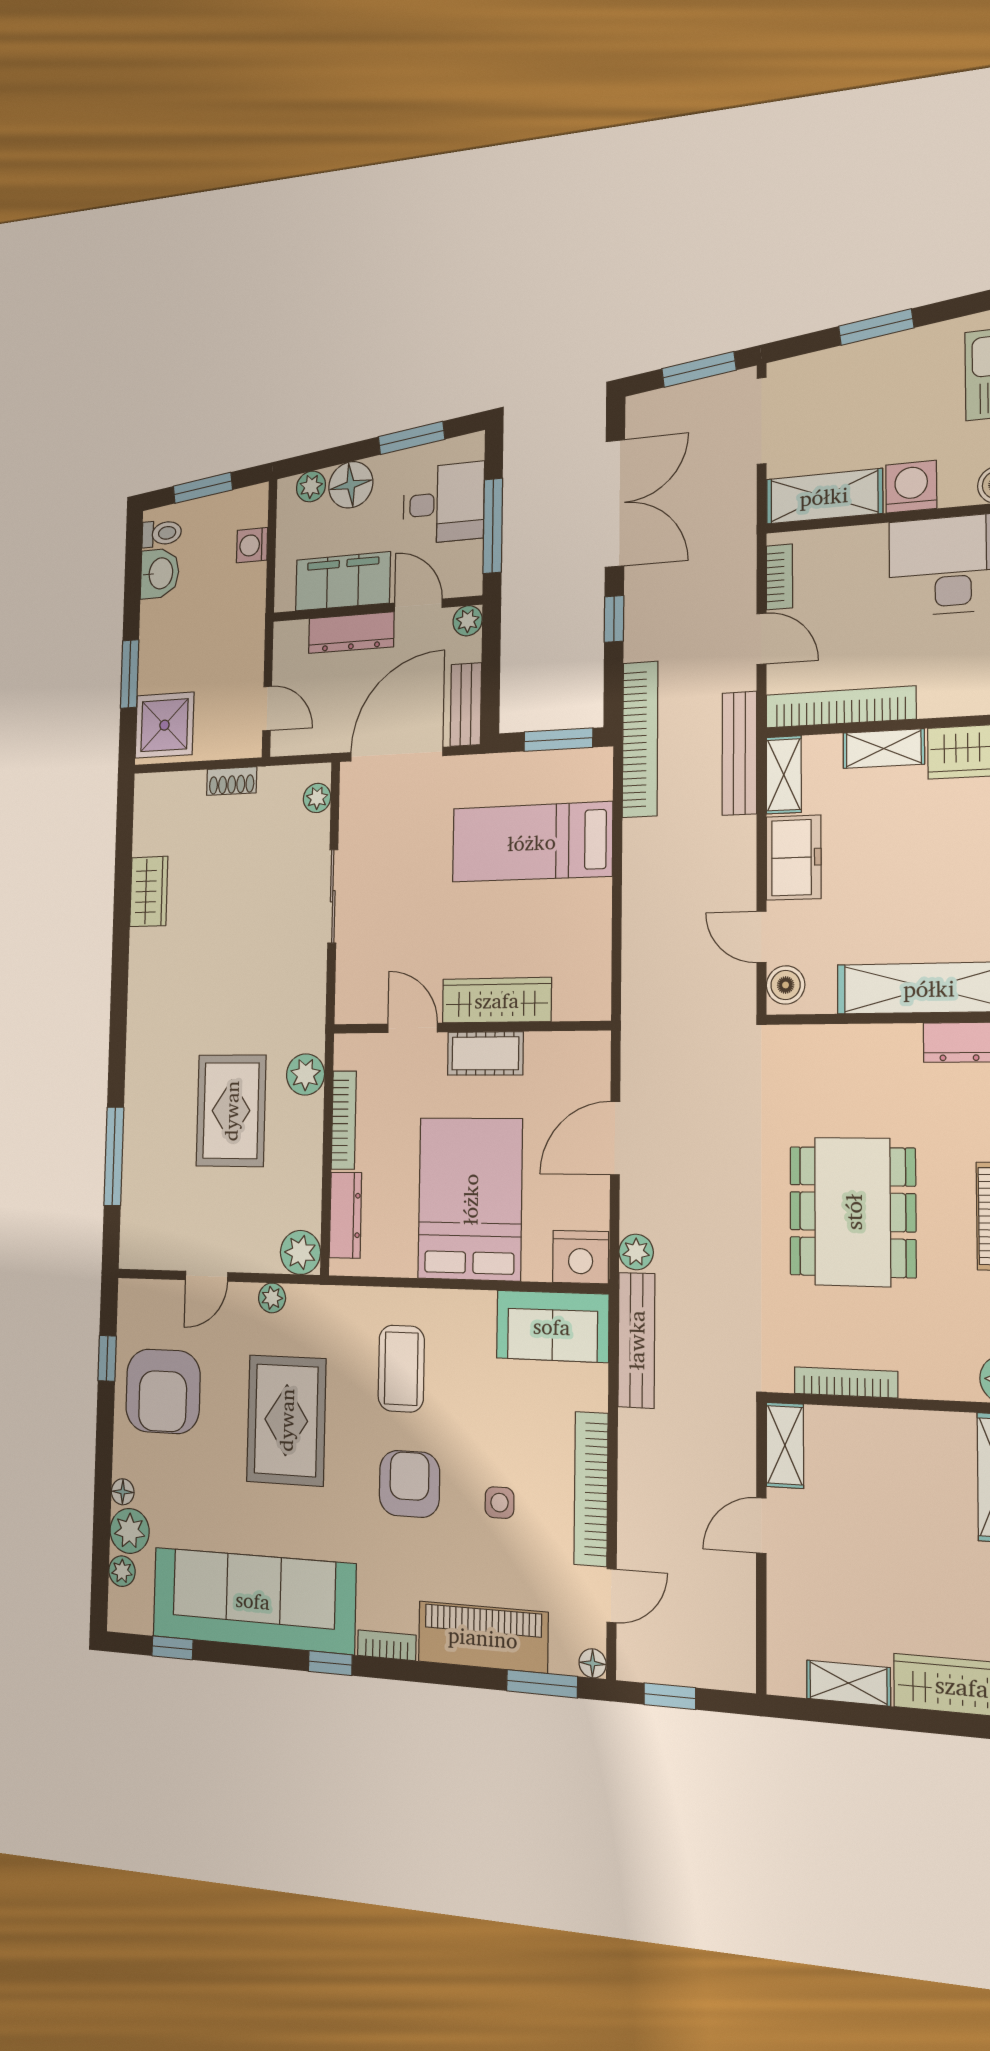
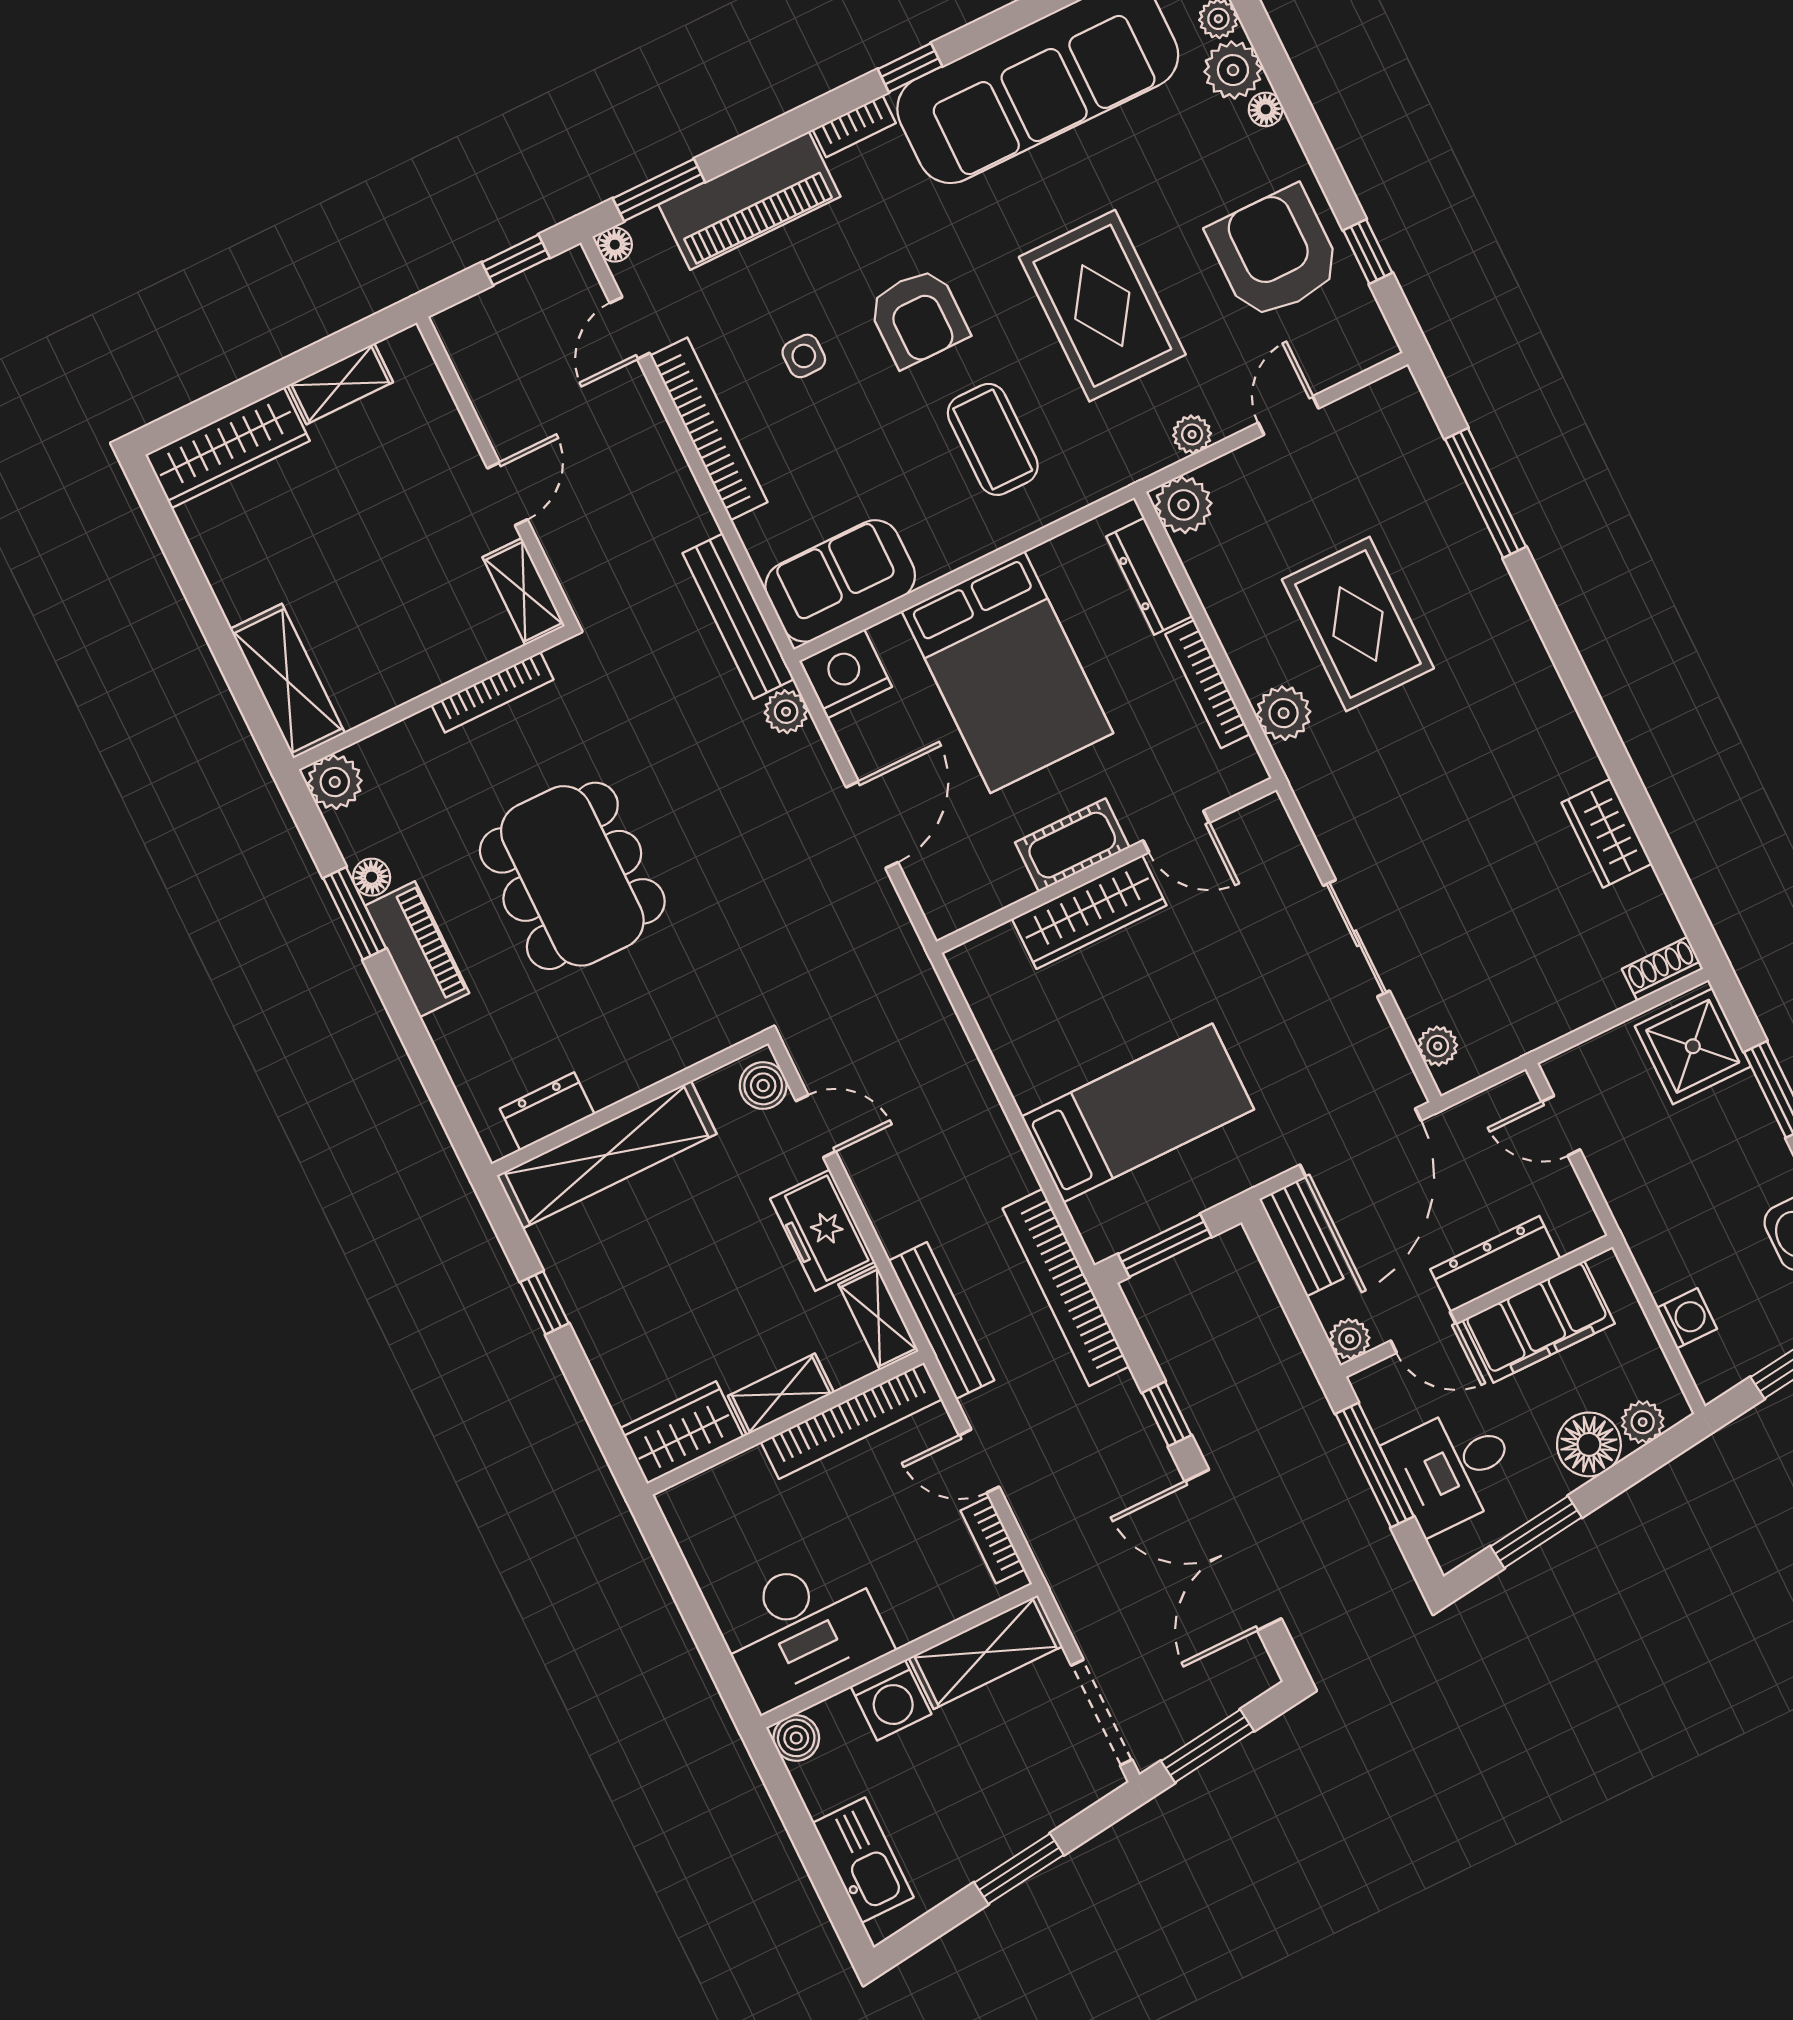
shoe rack: (232, 781) -> (1663, 969), moved

